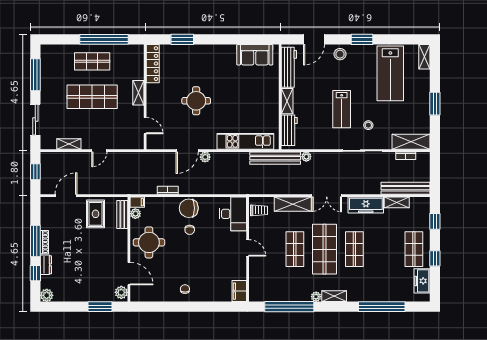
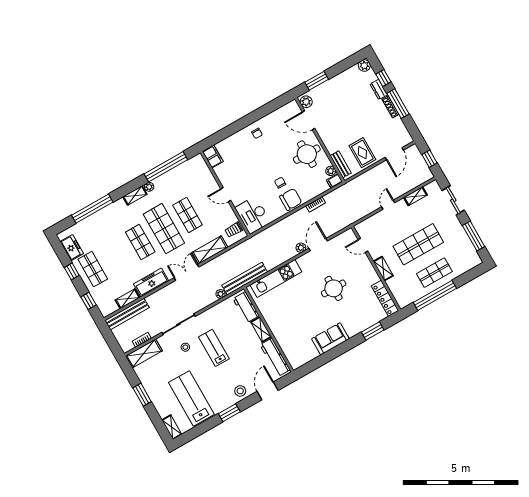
sofa: (255, 55) -> (330, 339), moved

